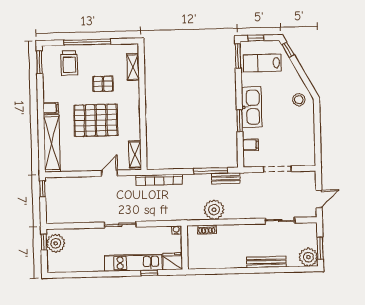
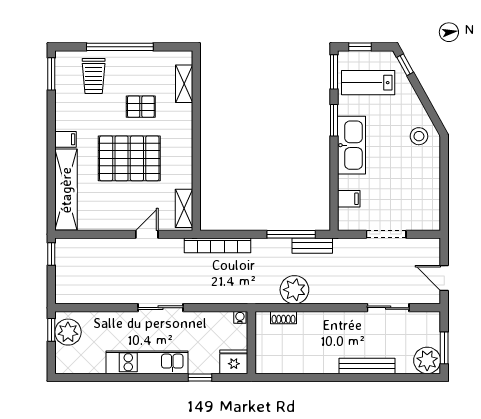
window: (240, 121) -> (334, 120), moved
door: (319, 199) -> (444, 278), swing flipped
kitchen unit: (133, 263) -> (147, 362), moved

